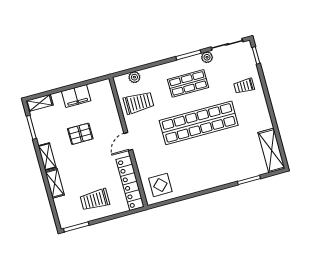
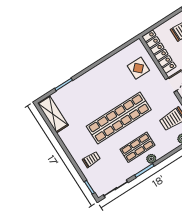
plant: (207, 57) -> (151, 159), moved
display table: (160, 185) -> (138, 68), moved

